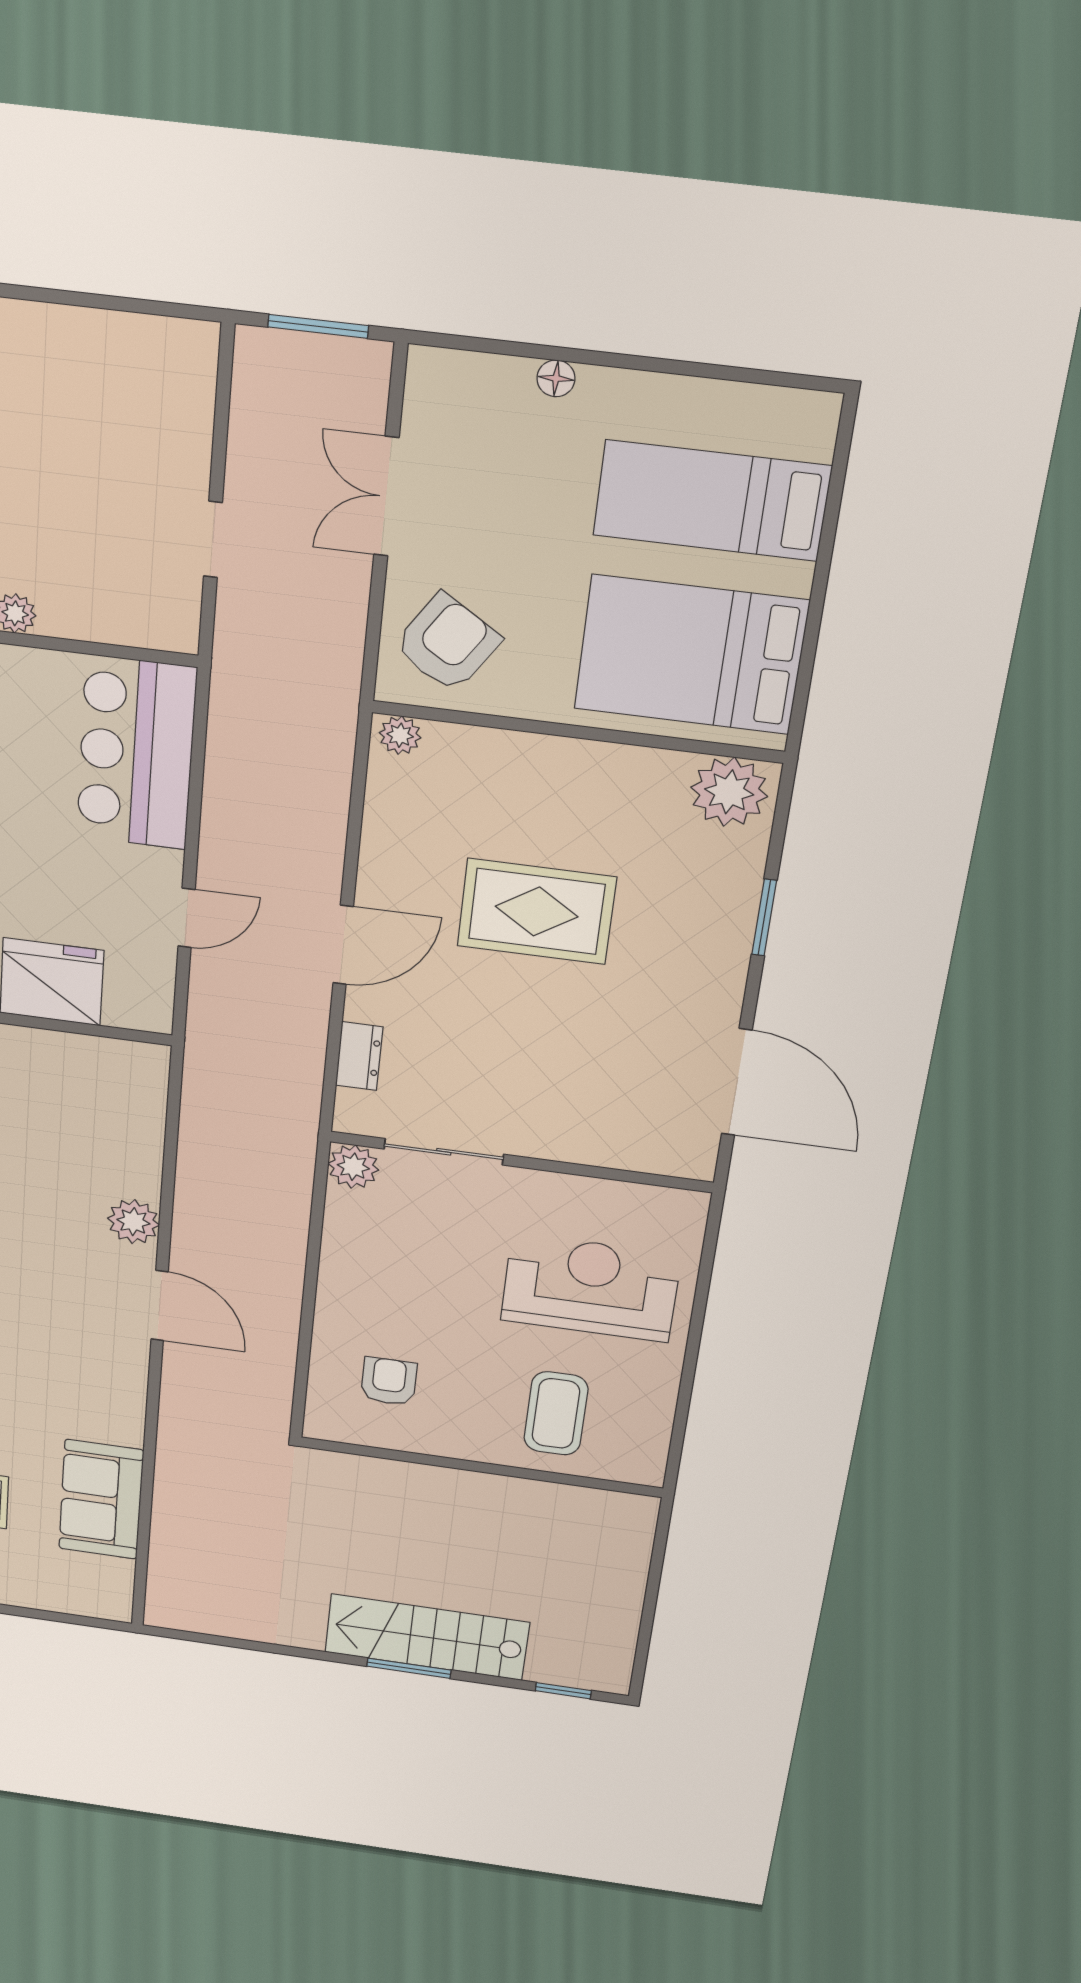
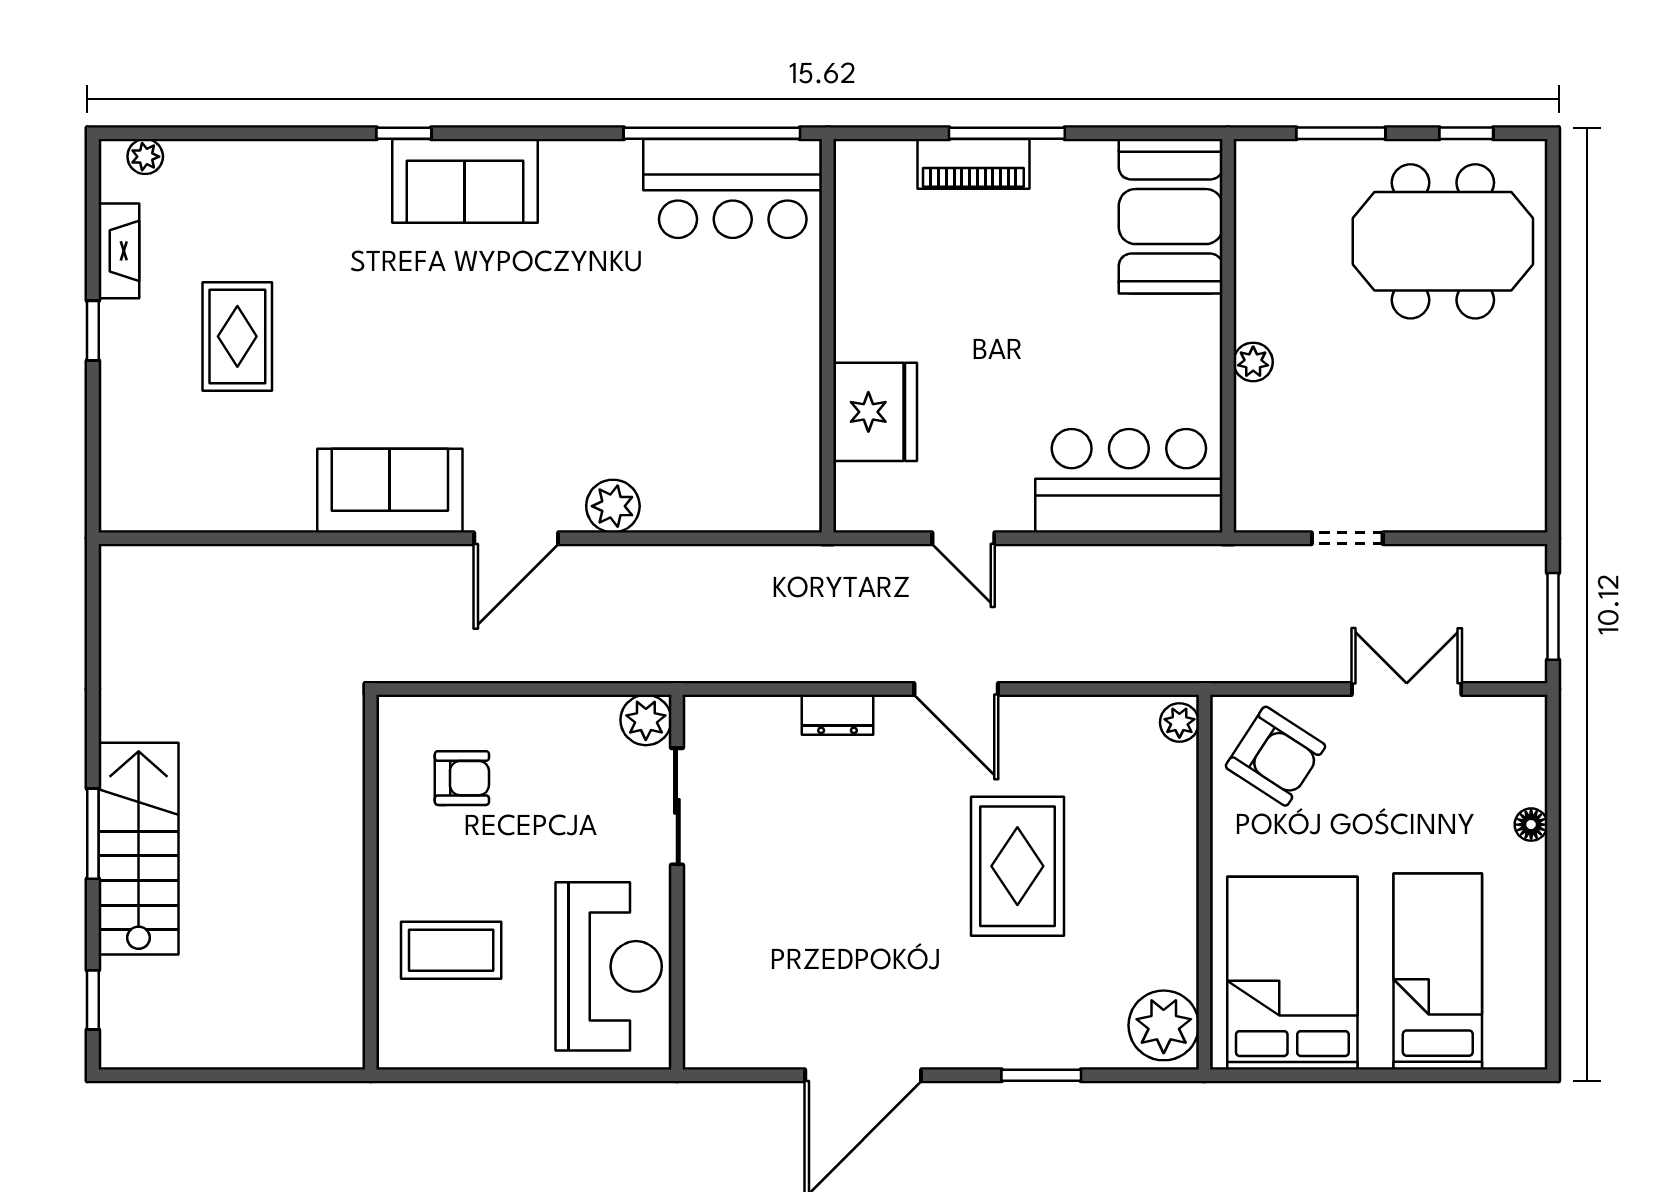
sliding door: (444, 1152) -> (677, 806), moved
wall: (521, 1162) -> (677, 882), moved
plant: (353, 1167) -> (646, 720), moved
sofa: (101, 1500) -> (390, 491), moved

